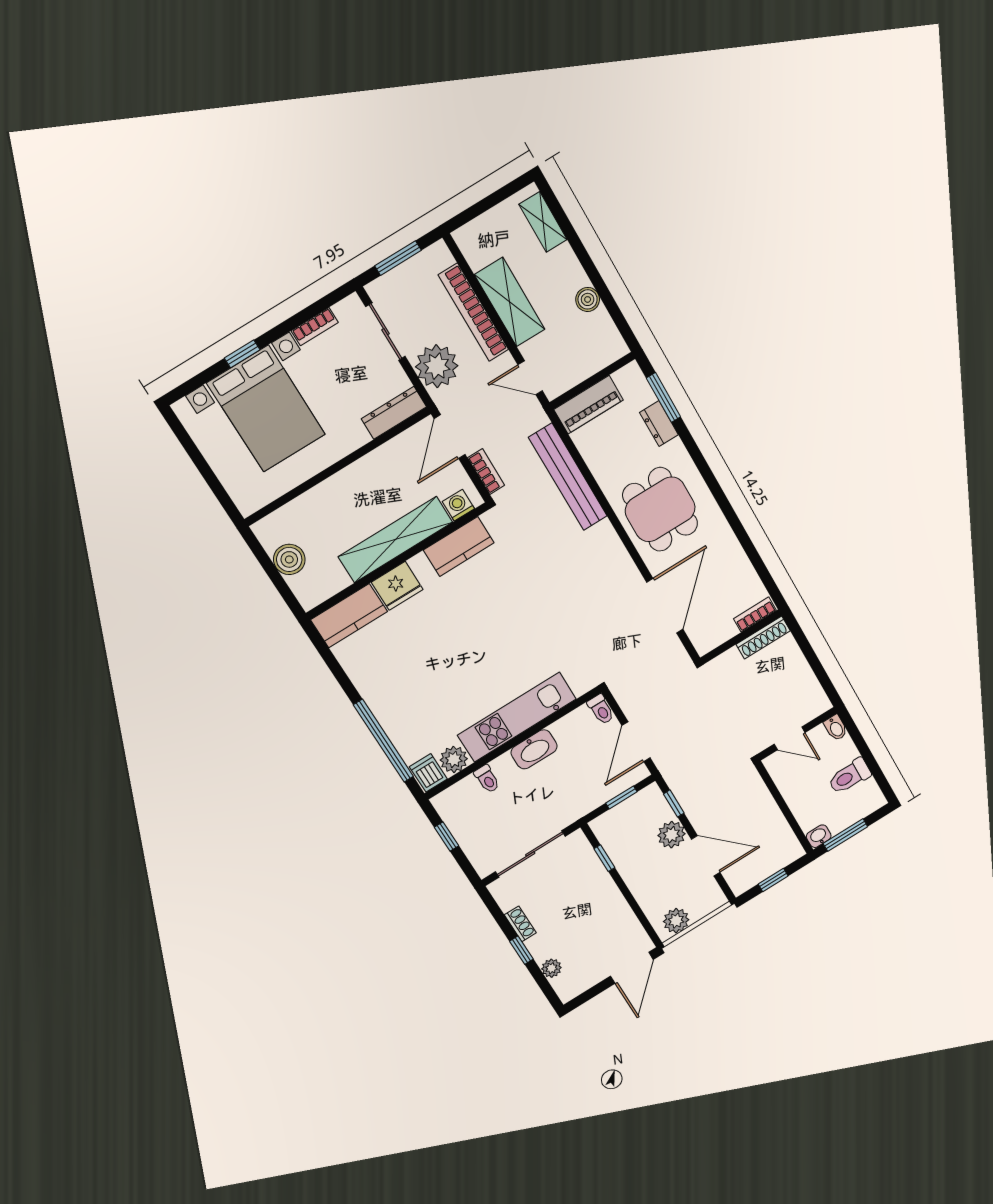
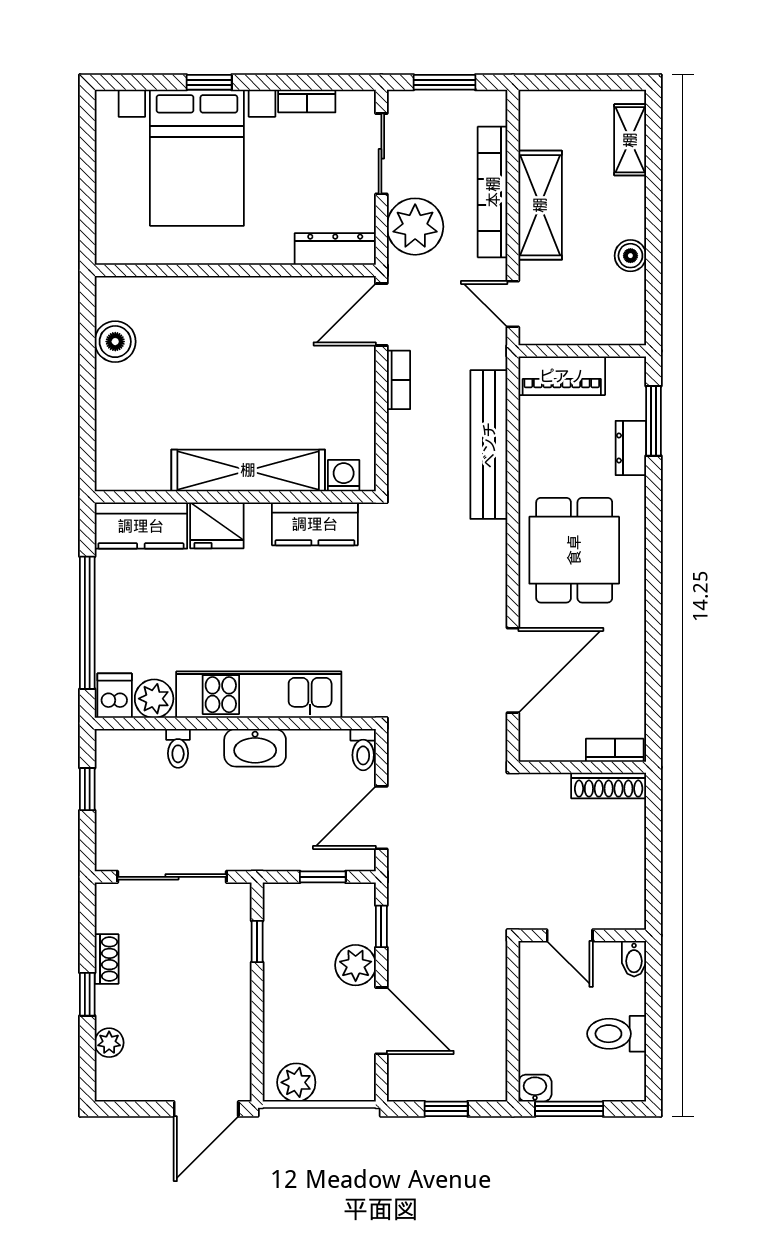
washing machine: (458, 505) -> (344, 476), moved
shelving: (395, 540) -> (248, 470), moved
kitchen counter: (459, 546) -> (315, 524), moved
wall: (398, 561) -> (235, 497), moved
fridge: (397, 586) -> (217, 525), moved
kitchen counter: (349, 616) -> (141, 526), moved

